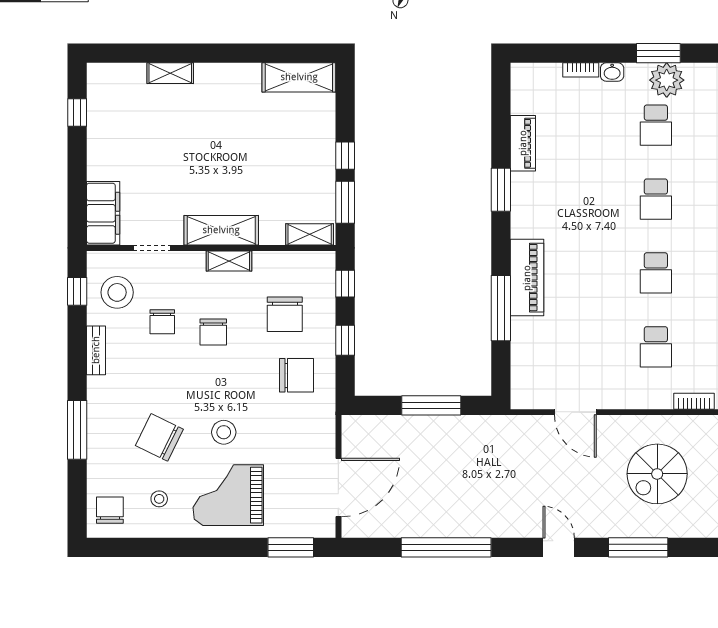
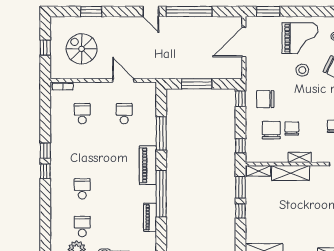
window: (501, 190) -> (161, 194), width x2.11
shelving: (221, 230) -> (290, 173), moved
school desk: (656, 273) -> (124, 114), moved
piano: (527, 278) -> (148, 165), moved
chair: (213, 332) -> (292, 128), moved
window: (345, 340) -> (240, 99), moved
spiral stairs: (657, 474) -> (82, 49), turned -90
door: (559, 547) -> (151, 12), moved
window: (638, 547) -> (91, 12), width x0.69

